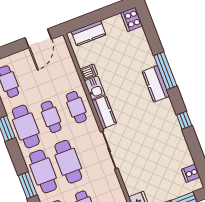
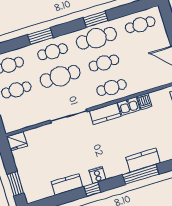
kitchen counter: (156, 84) -> (143, 160), moved
kitchen counter: (181, 147) -> (67, 184), added
cafe table: (43, 171) -> (53, 52), width x0.73, depth x0.74
cooker: (191, 173) -> (97, 175), moved

